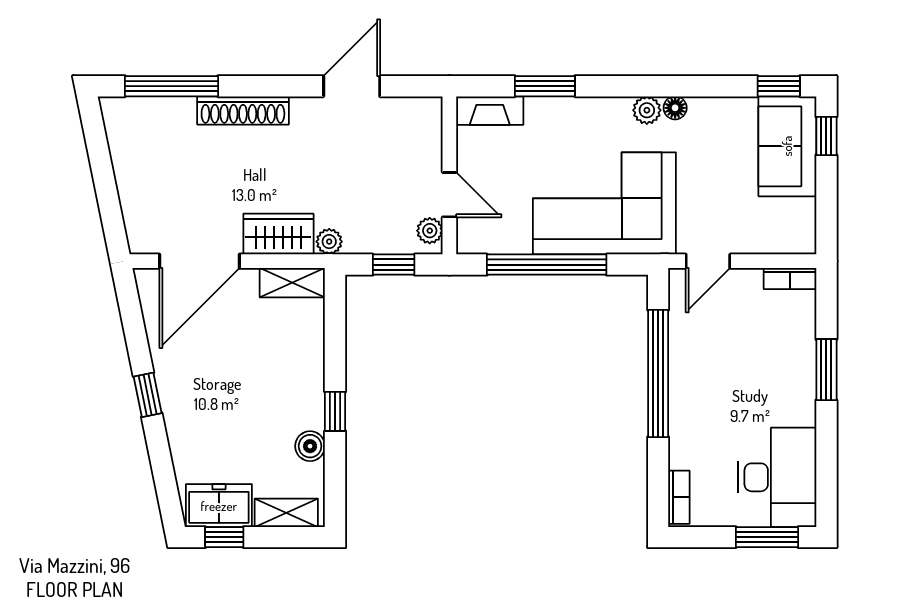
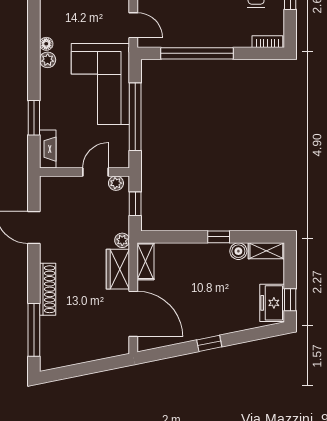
shelving: (286, 513) -> (266, 251), moved, turned 90

